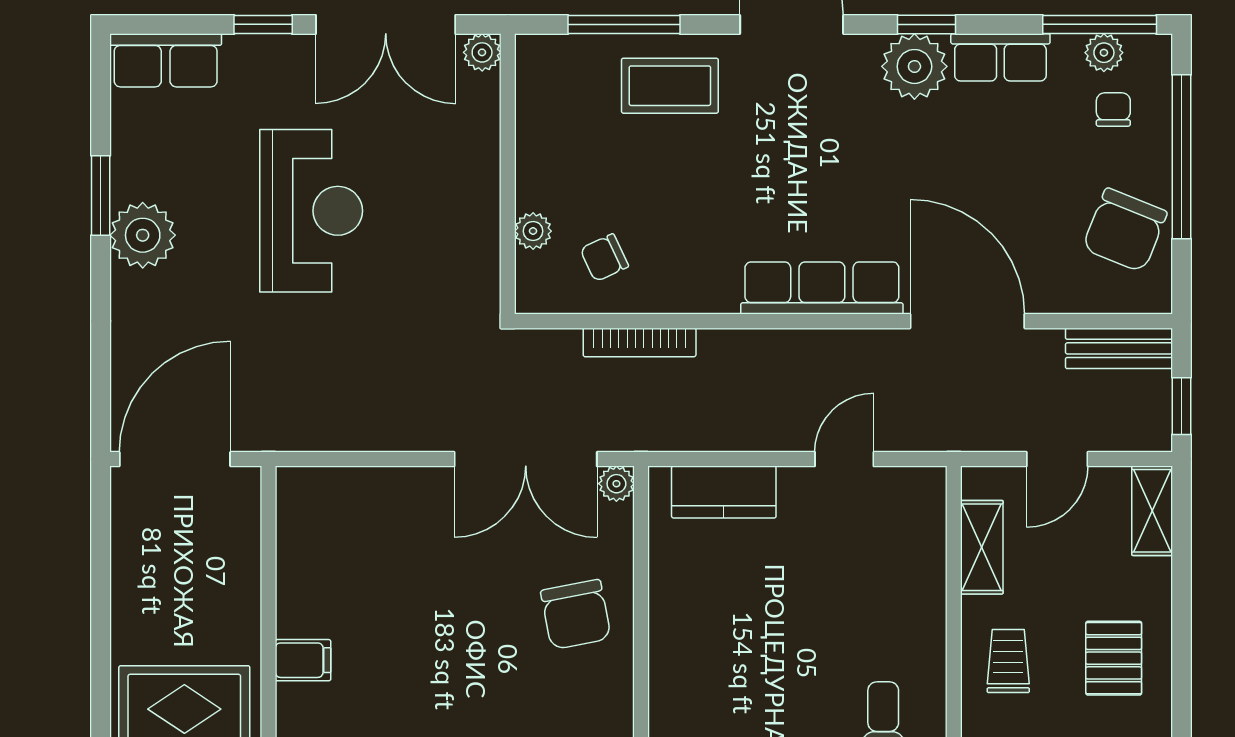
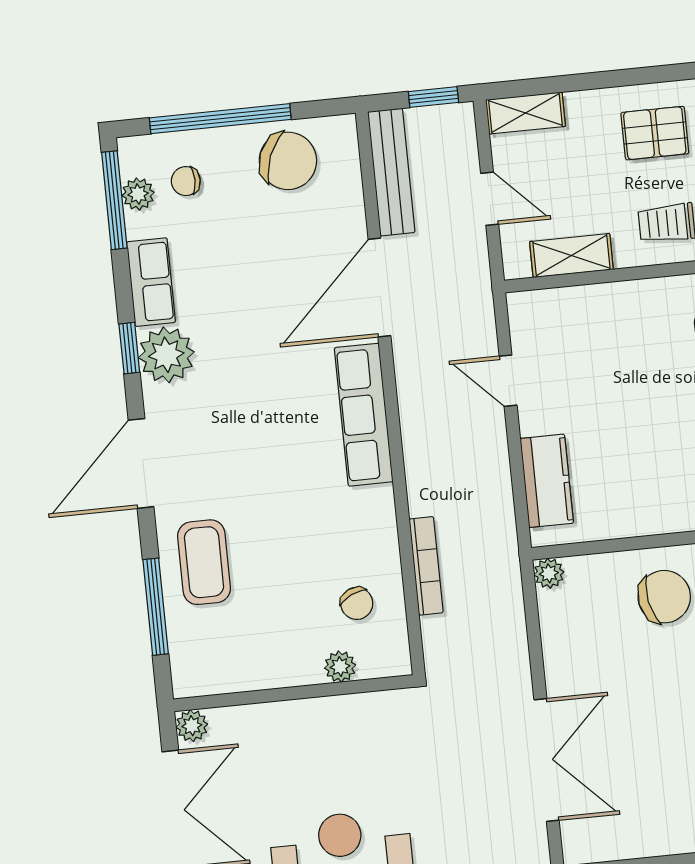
bench: (1119, 348) -> (391, 172), width x1.36
double door: (526, 459) -> (547, 760), moved

